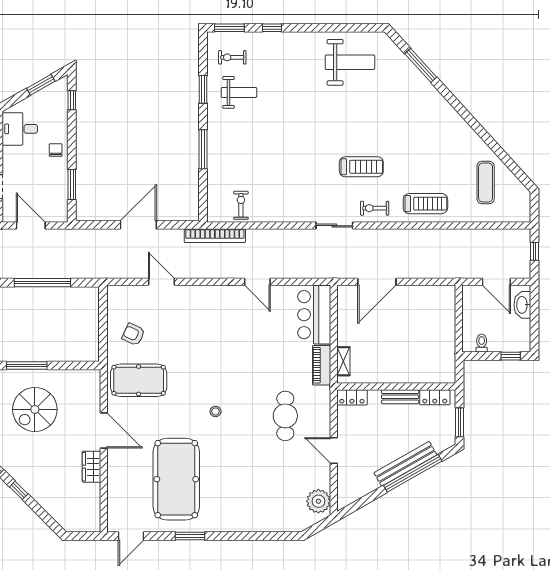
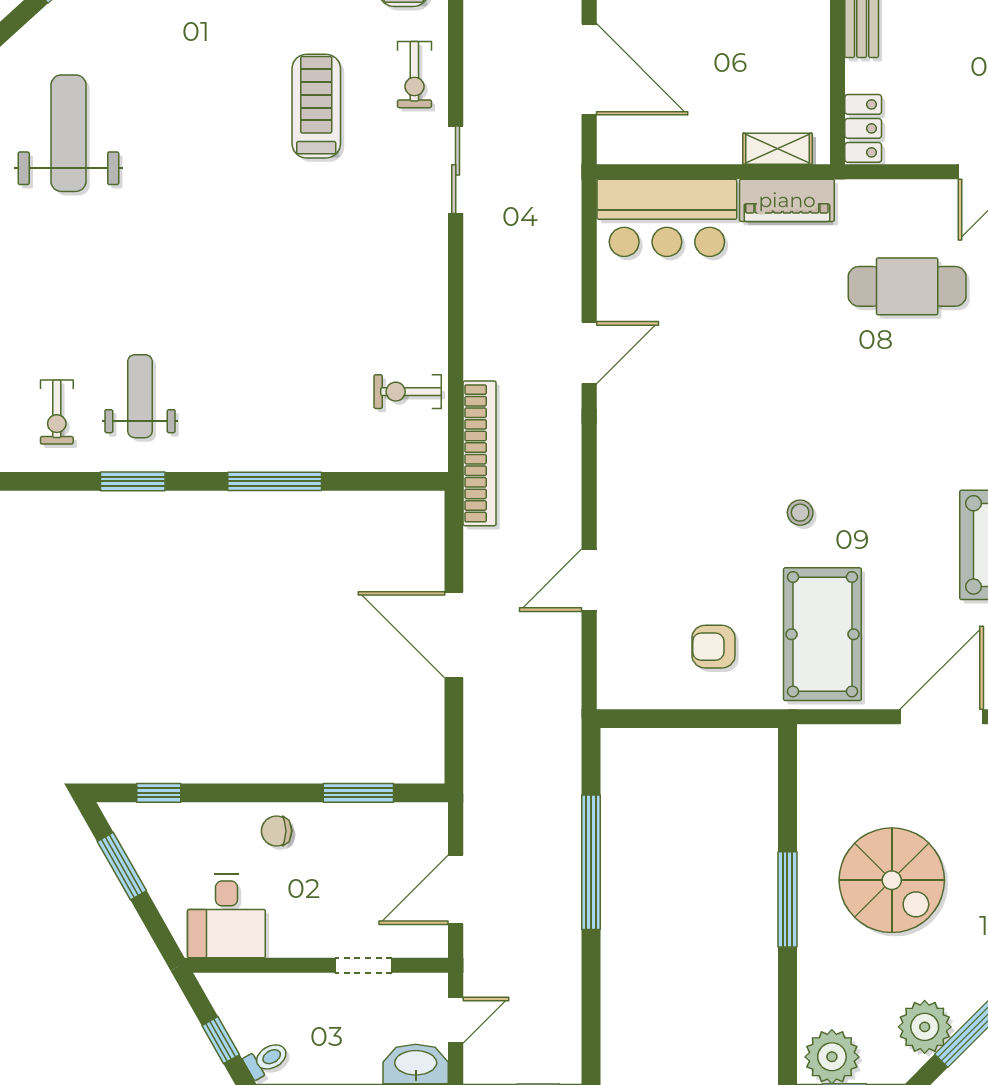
armchair: (133, 334) -> (713, 647), turned 65
stool: (215, 411) -> (800, 513), moved

